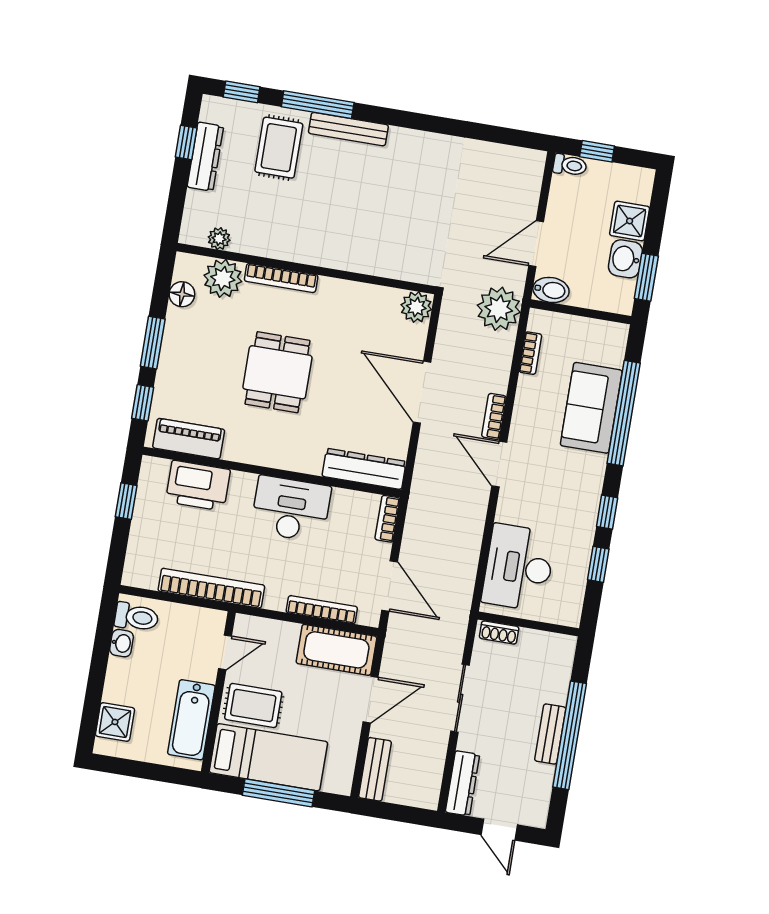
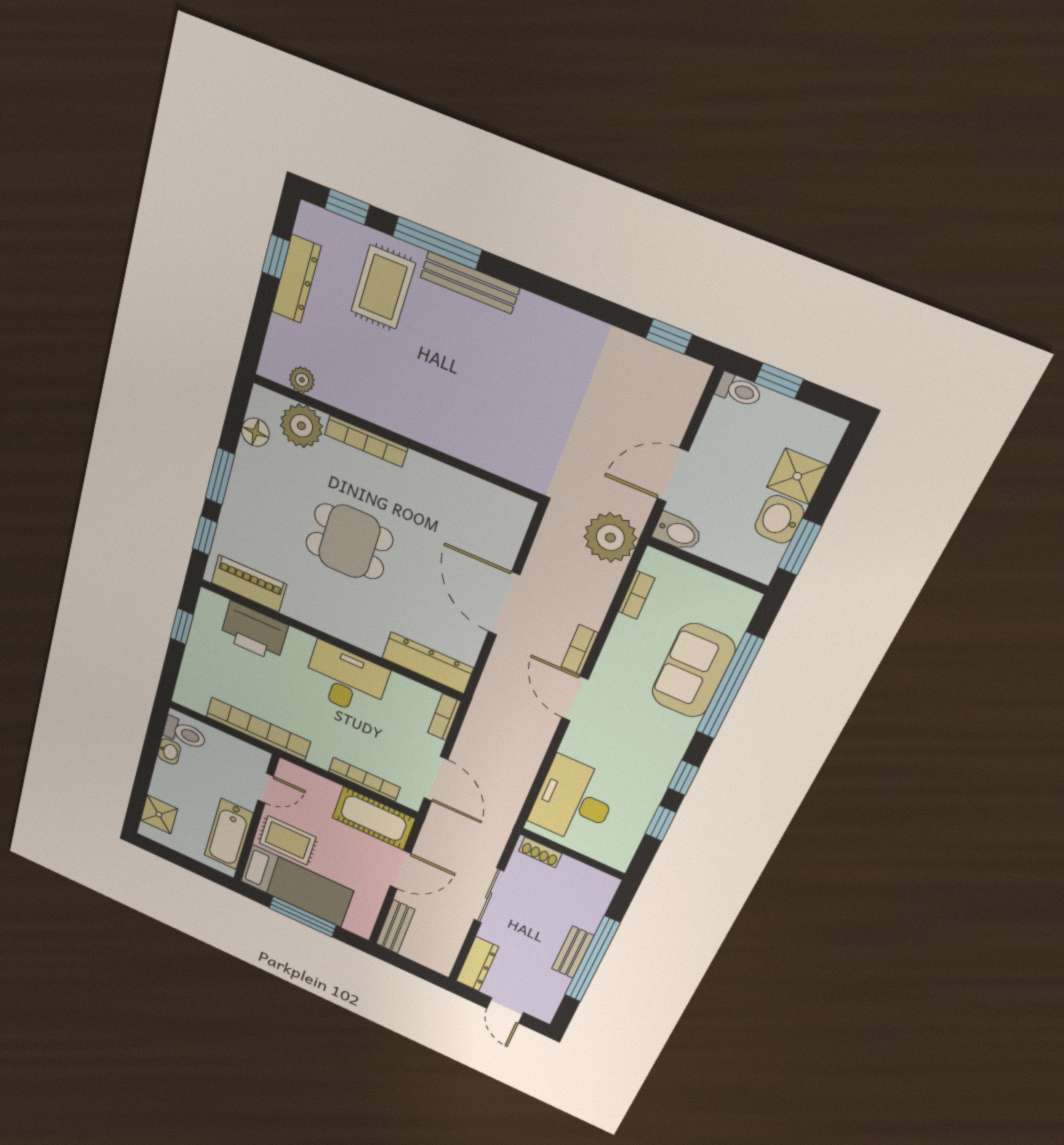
window: (509, 137) -> (669, 336), added
plant: (416, 307) -> (514, 512), removed
dining table: (277, 372) -> (349, 541), turned 90

